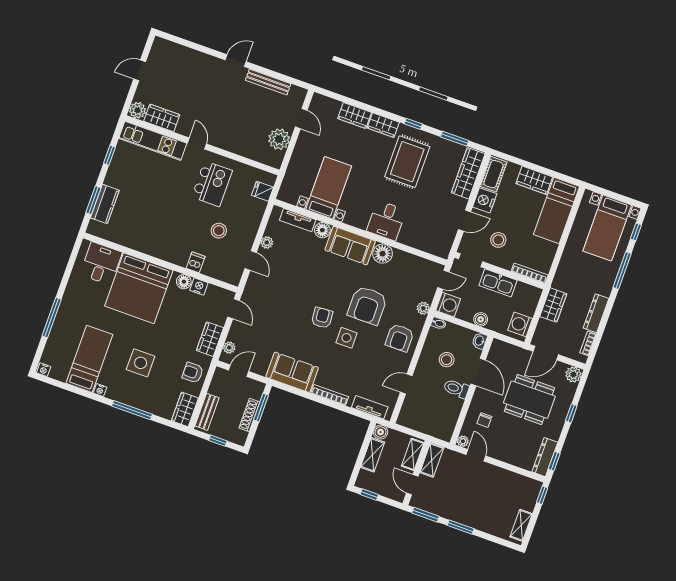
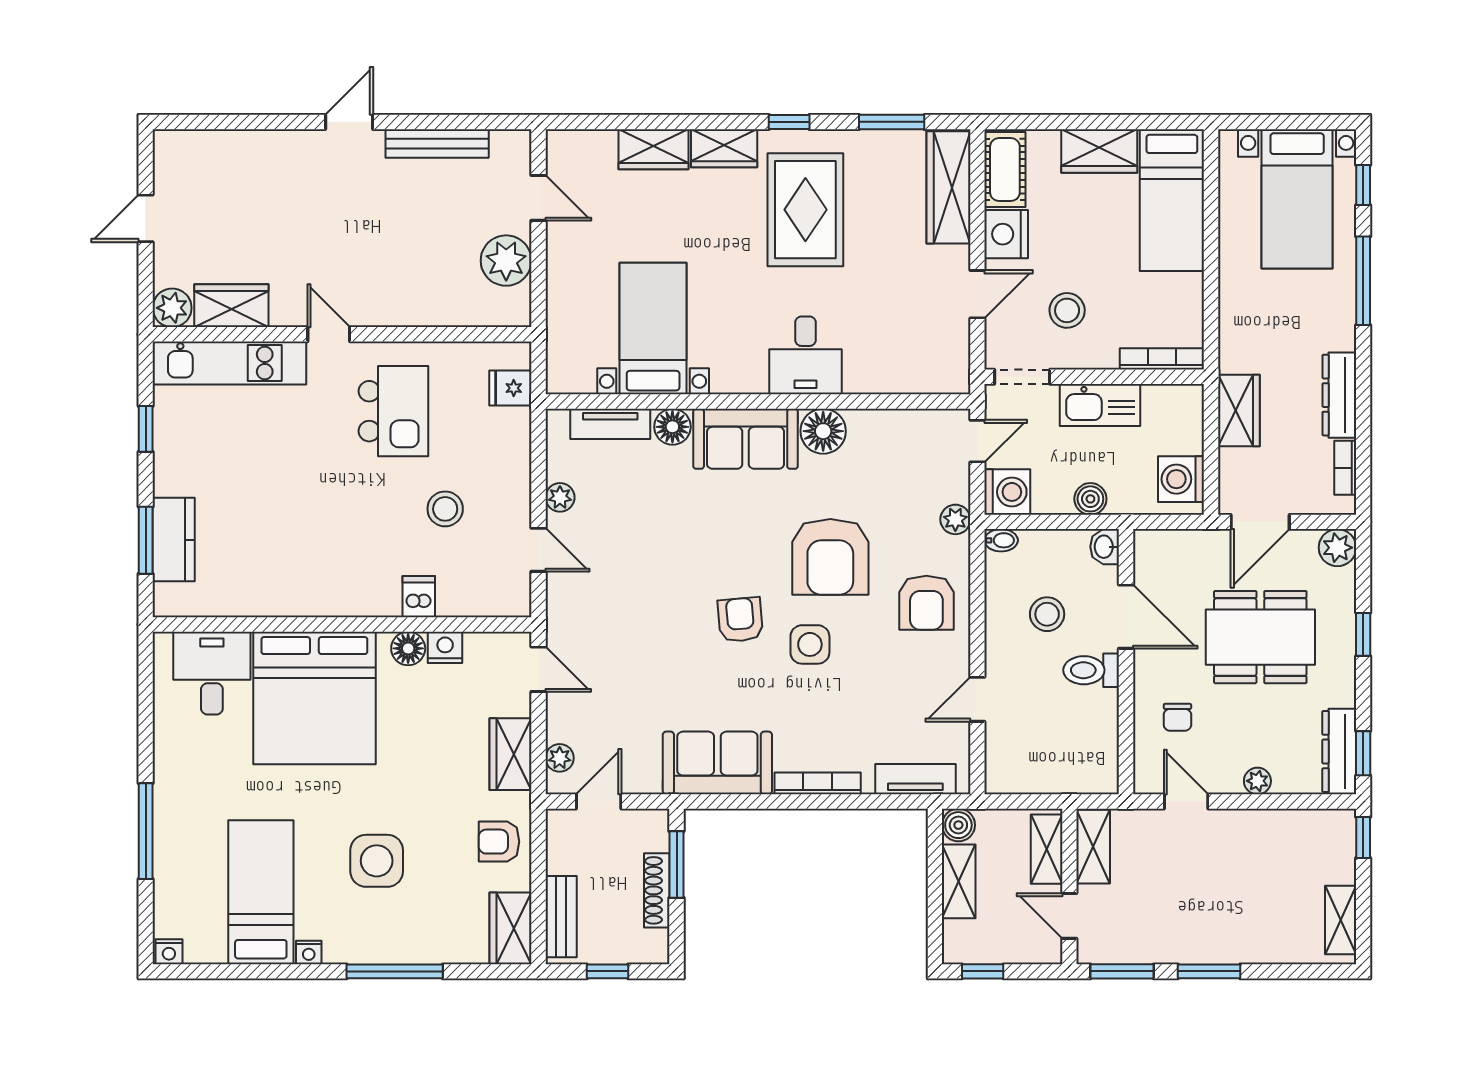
plant: (463, 441) -> (1257, 781), moved

